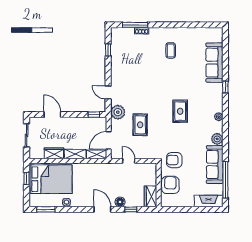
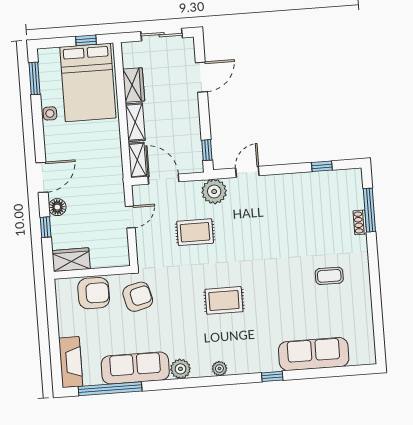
armchair: (174, 160) -> (138, 297), turned 76

